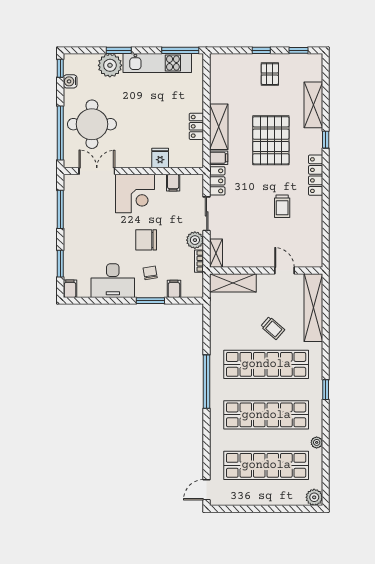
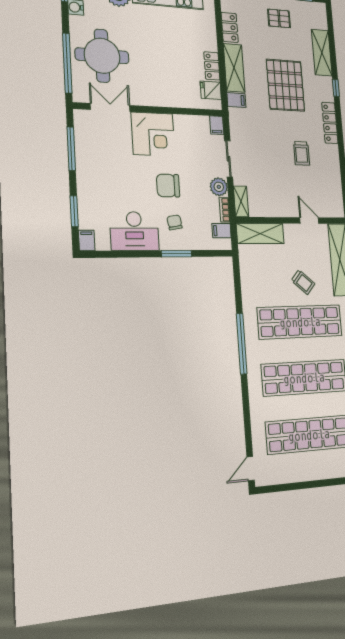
pallet: (270, 74) -> (279, 18), turned 90
fridge: (160, 158) -> (211, 90), moved, turned -90
locker: (217, 181) -> (230, 27), moved
filing cabinet: (173, 183) -> (217, 125), moved
filing cabinet: (174, 289) -> (222, 231), moved, turned -90

